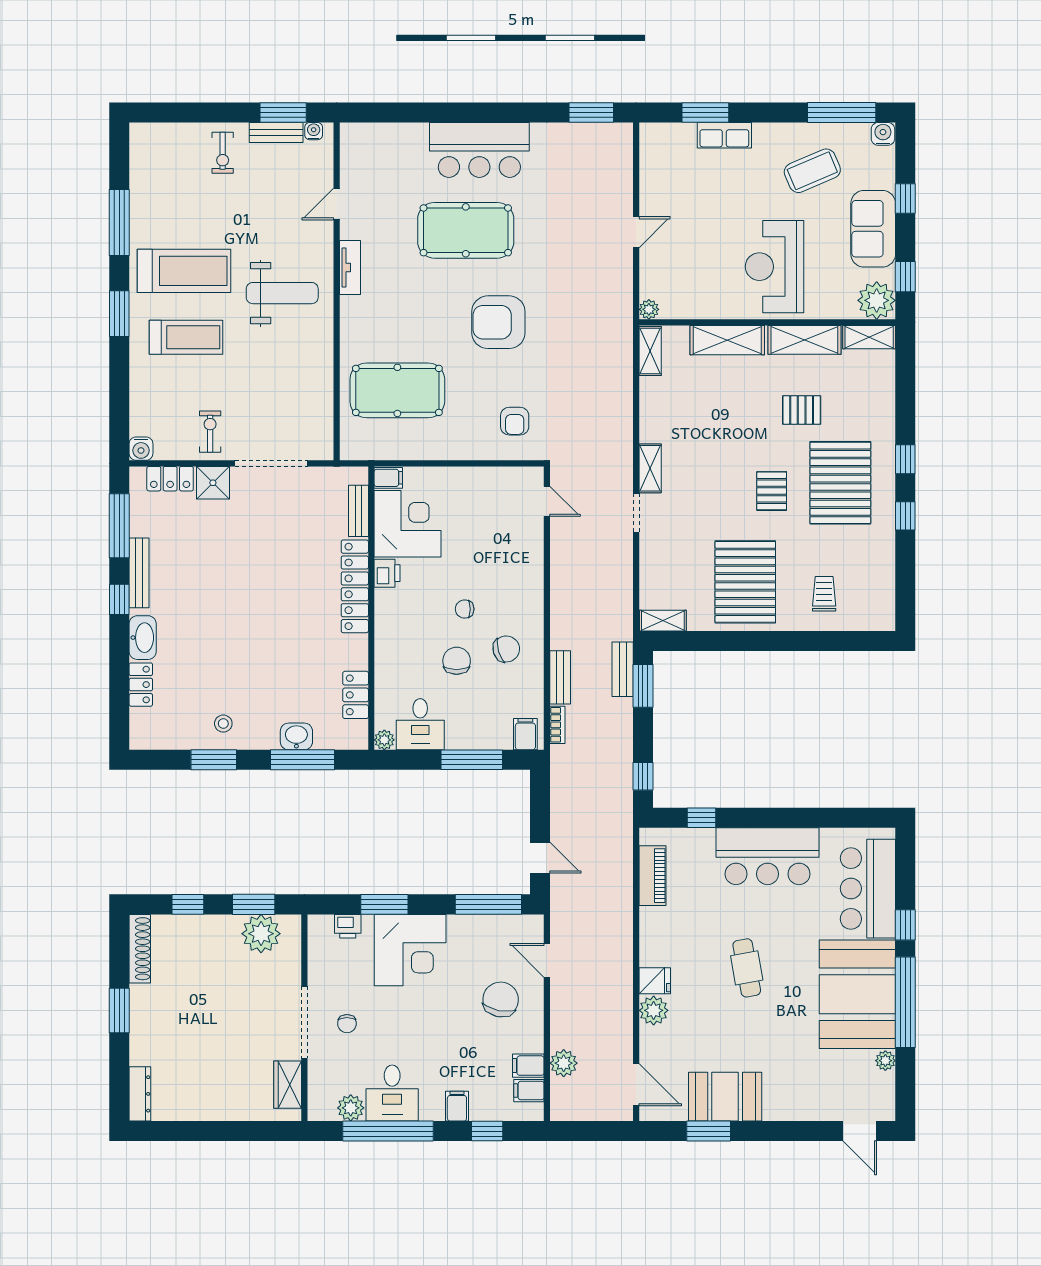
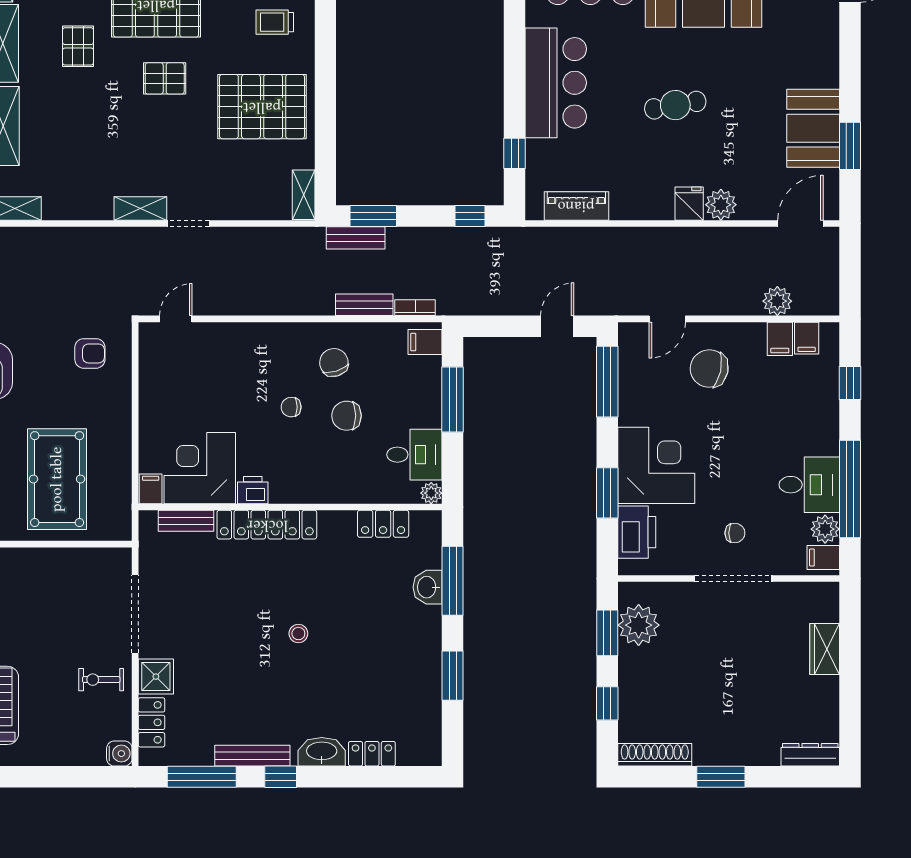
chair: (465, 609) -> (291, 407), turned 90
stool: (223, 724) -> (298, 634), moved
printer: (348, 926) -> (637, 532), width x1.87, depth x1.48
wardrobe: (288, 1085) -> (825, 649), moved, turned 90
filing cabinet: (457, 1106) -> (823, 558), moved

